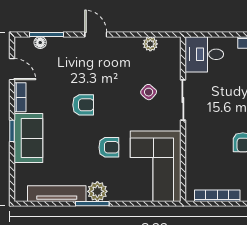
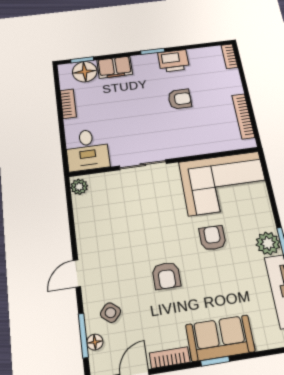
plant: (150, 44) -> (79, 187), moved
side table: (149, 92) -> (111, 313), moved
armchair: (83, 105) -> (166, 276), turned 180

